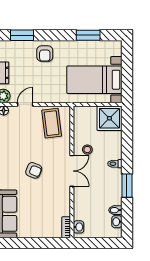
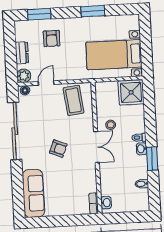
window: (88, 35) -> (93, 11), moved
armchair: (45, 54) -> (52, 39), moved
washbasin: (117, 222) -> (142, 149), moved

